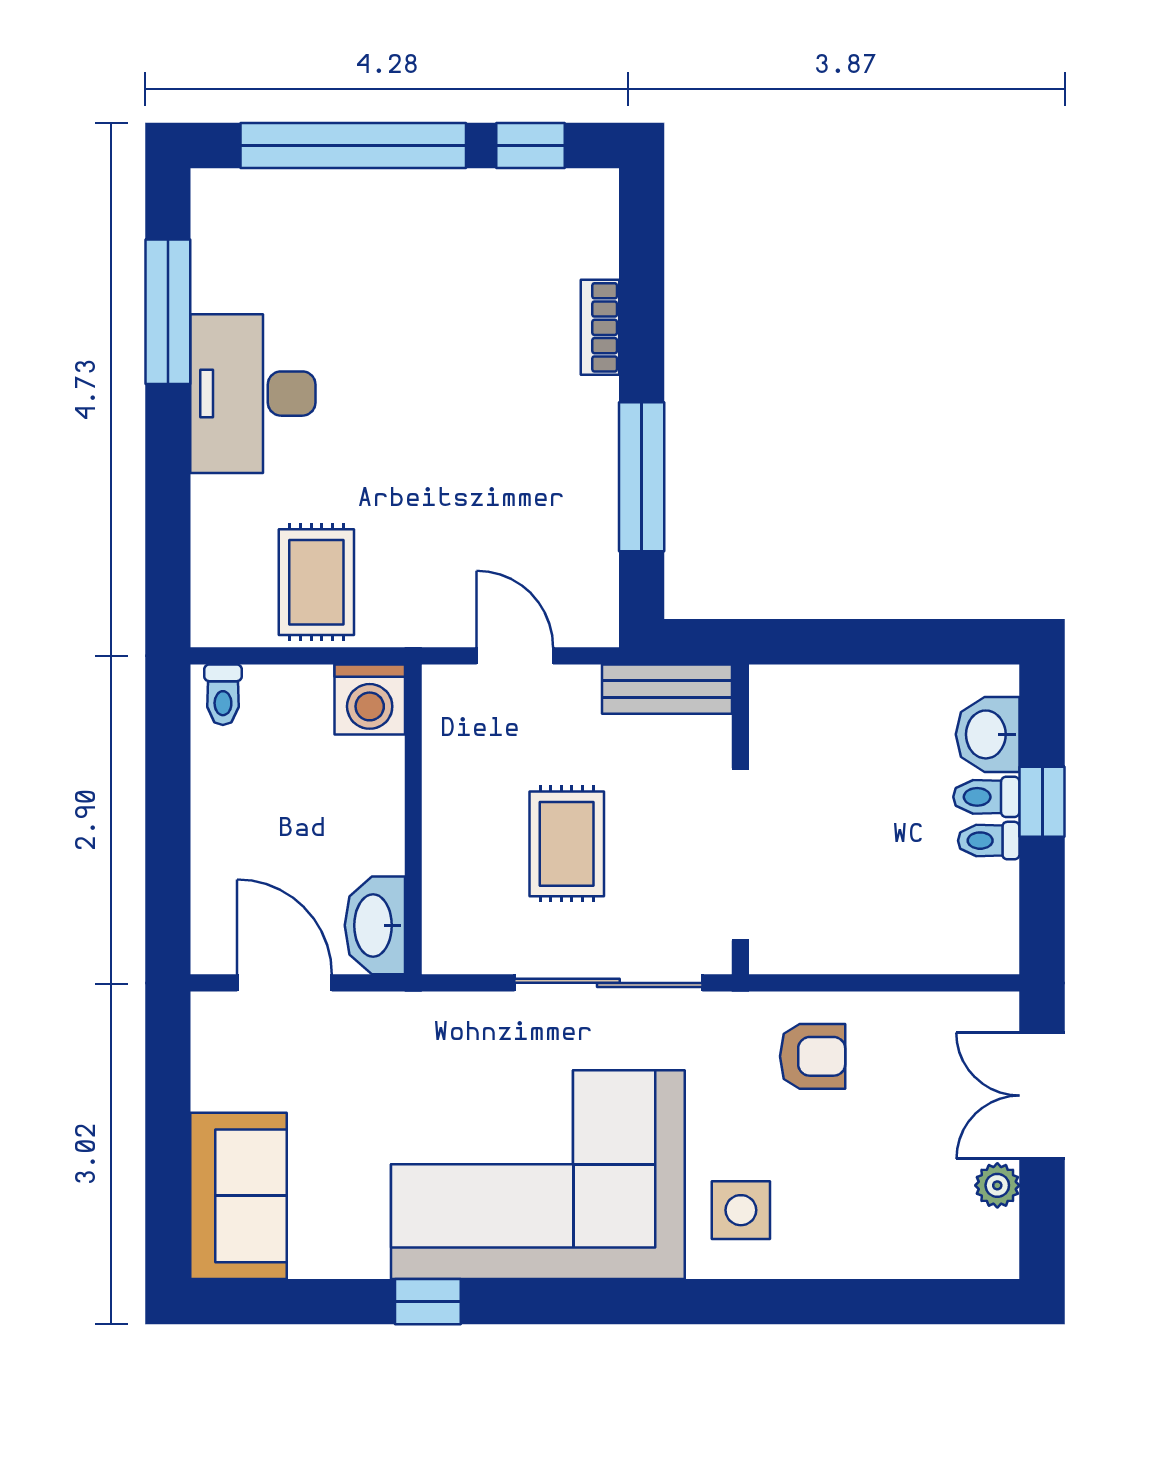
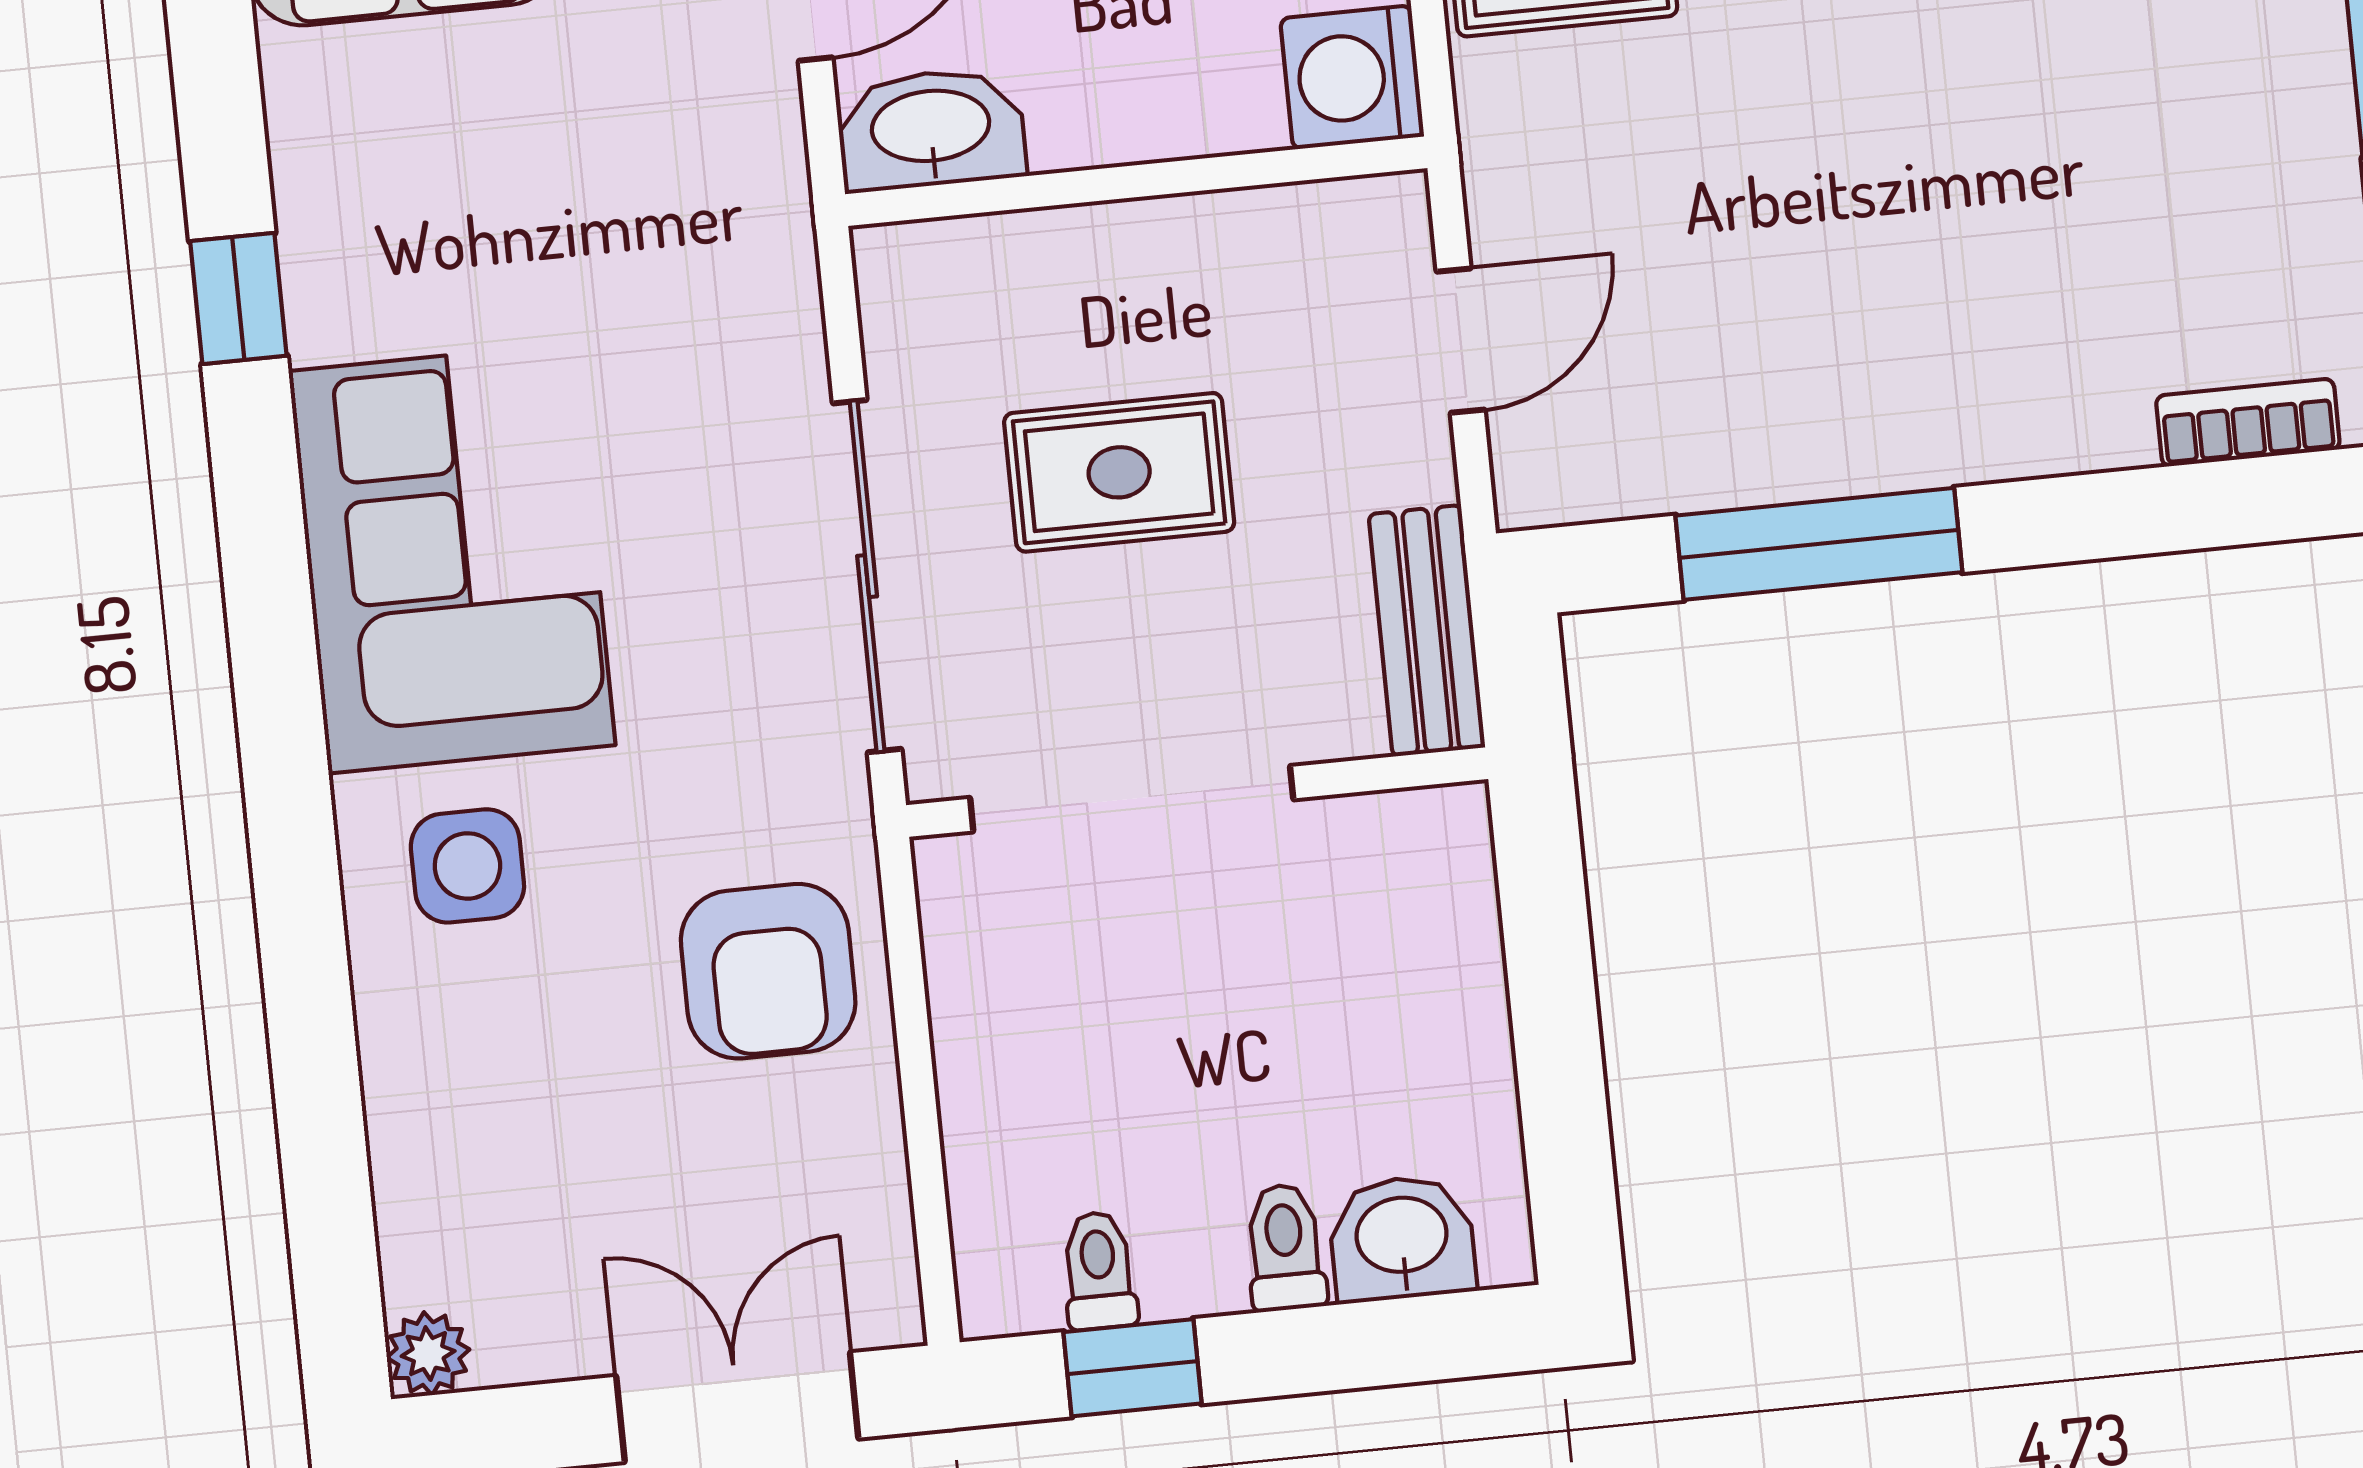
bookcase: (600, 327) -> (2248, 423), moved
window: (1042, 802) -> (1133, 1368), moved
toilet: (989, 841) -> (1099, 1271), moved
armchair: (813, 1056) -> (768, 971), width x1.38, depth x1.38
corner sofa: (538, 1175) -> (452, 558), width x0.73, depth x0.74
plant: (997, 1185) -> (428, 1354), moved

